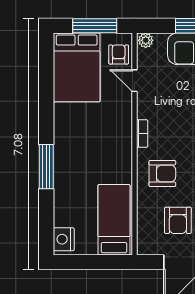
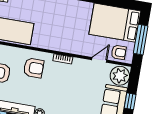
plant: (146, 40) -> (120, 76), width x1.88, depth x1.88
armchair: (162, 174) -> (34, 68), turned -90

